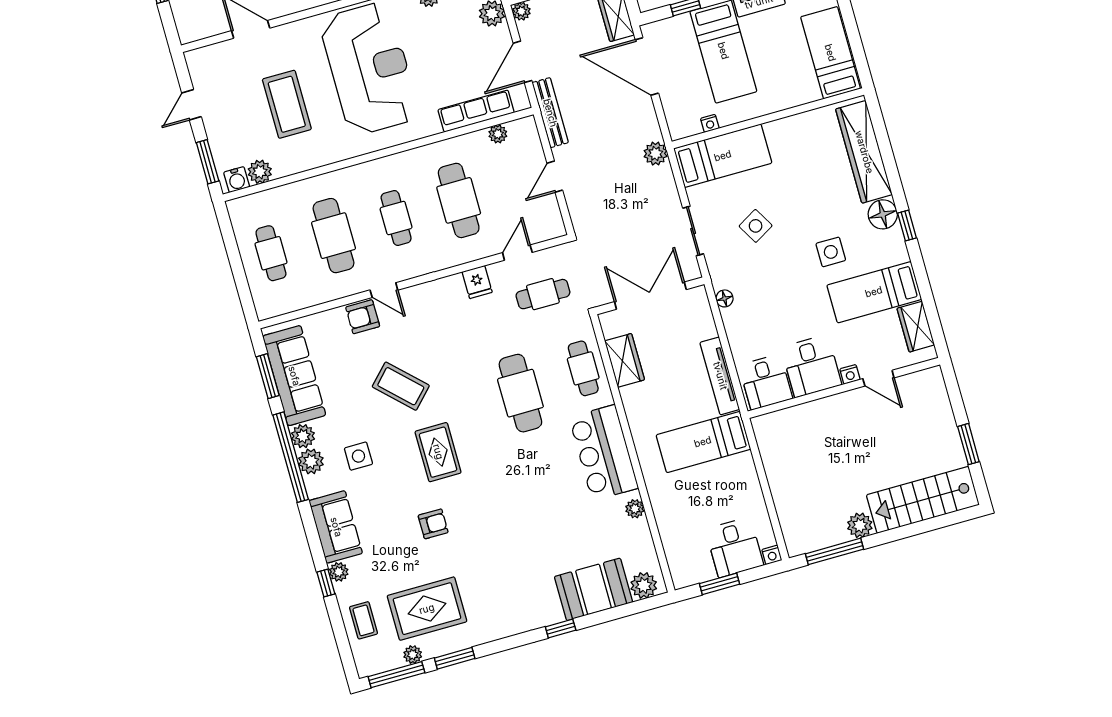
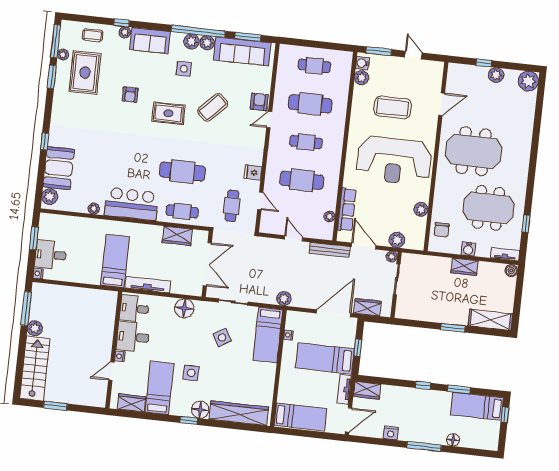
floor lamp: (725, 298) -> (184, 308), width x1.89, depth x1.89

